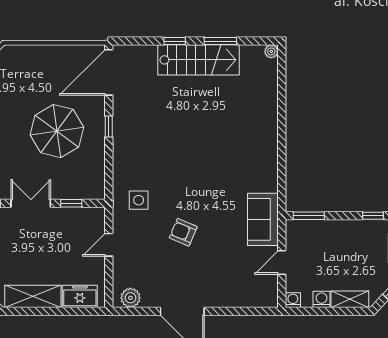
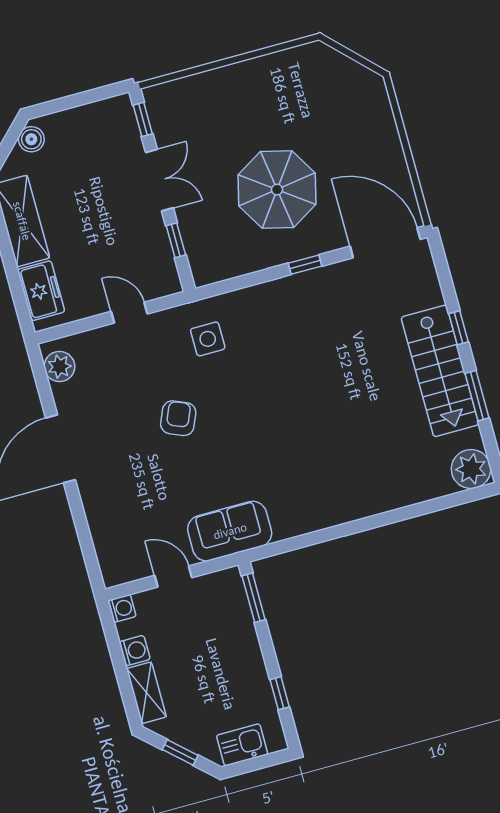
plant: (271, 51) -> (471, 469), width x1.88, depth x1.88

